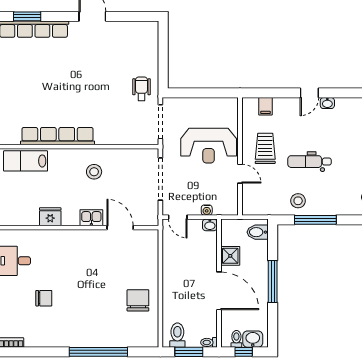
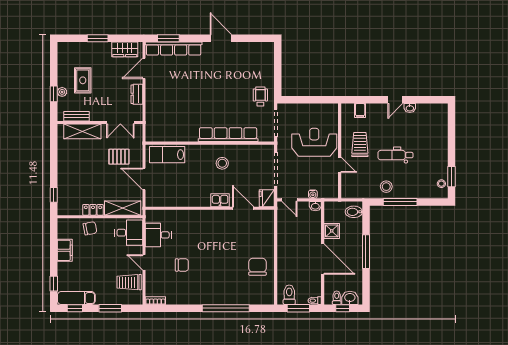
row of seats: (58, 136) -> (228, 135), moved
reception desk: (209, 146) -> (314, 142), turned 180
fridge: (50, 217) -> (267, 198), moved, turned -90

